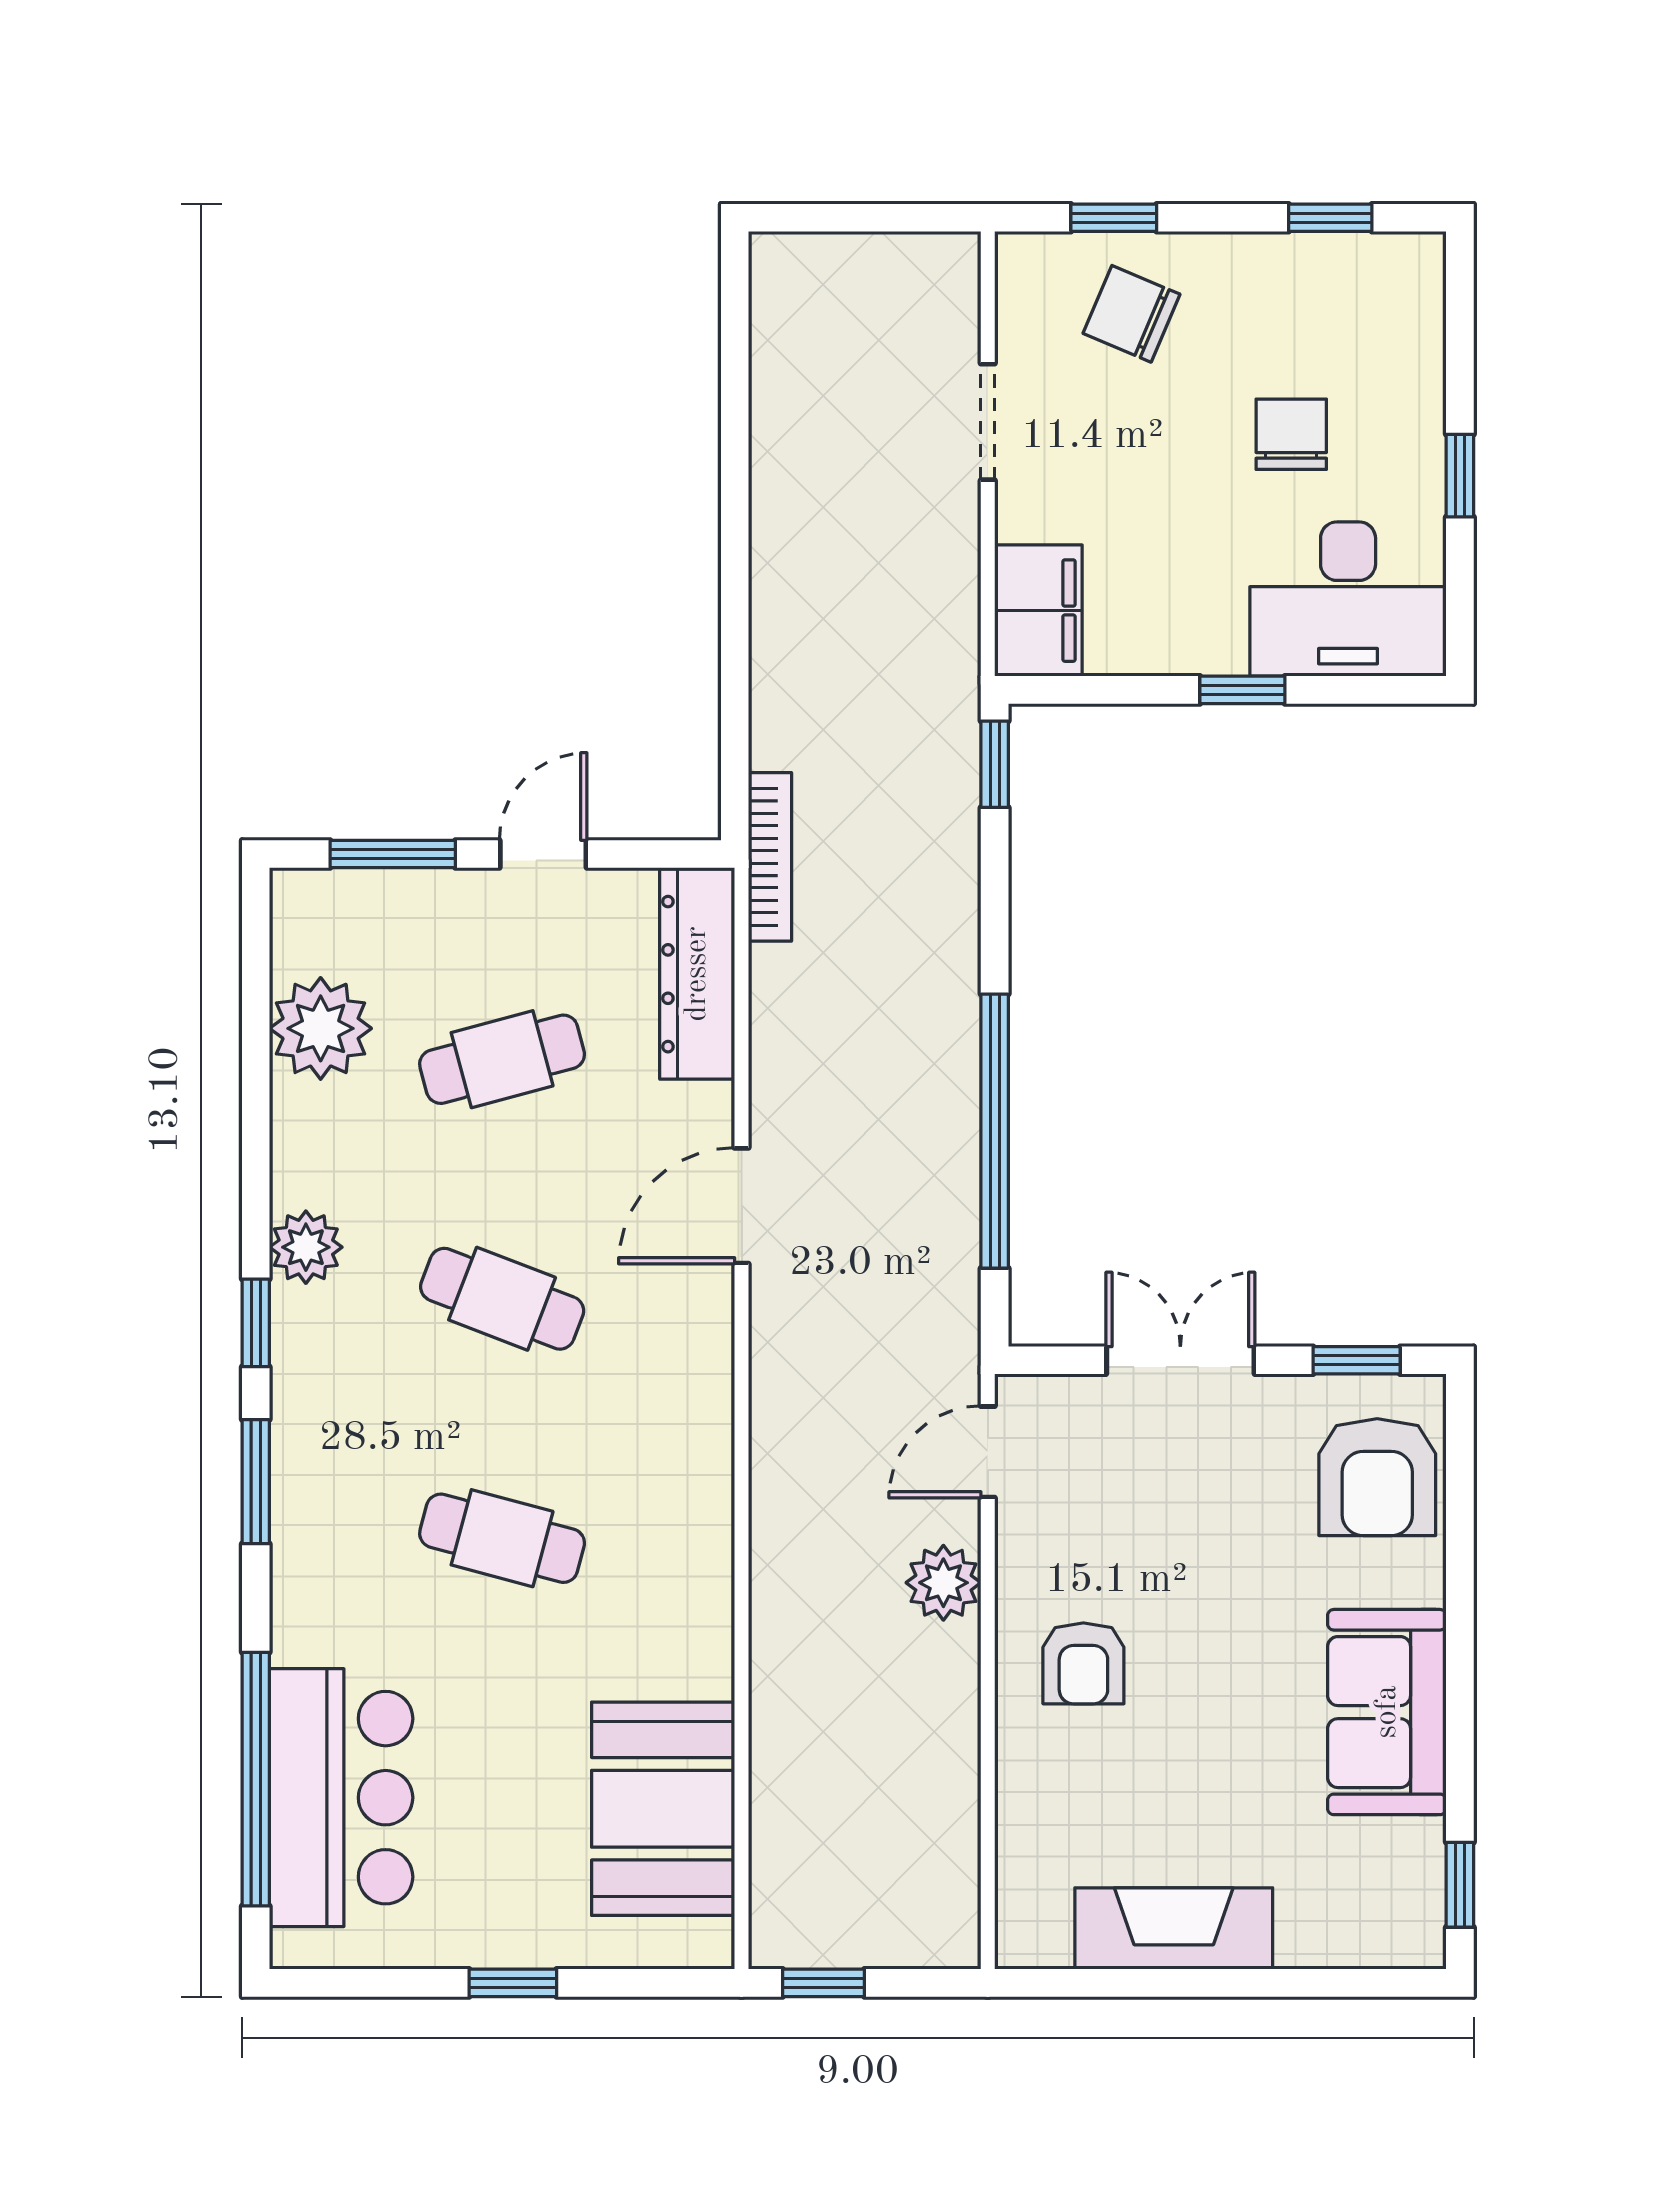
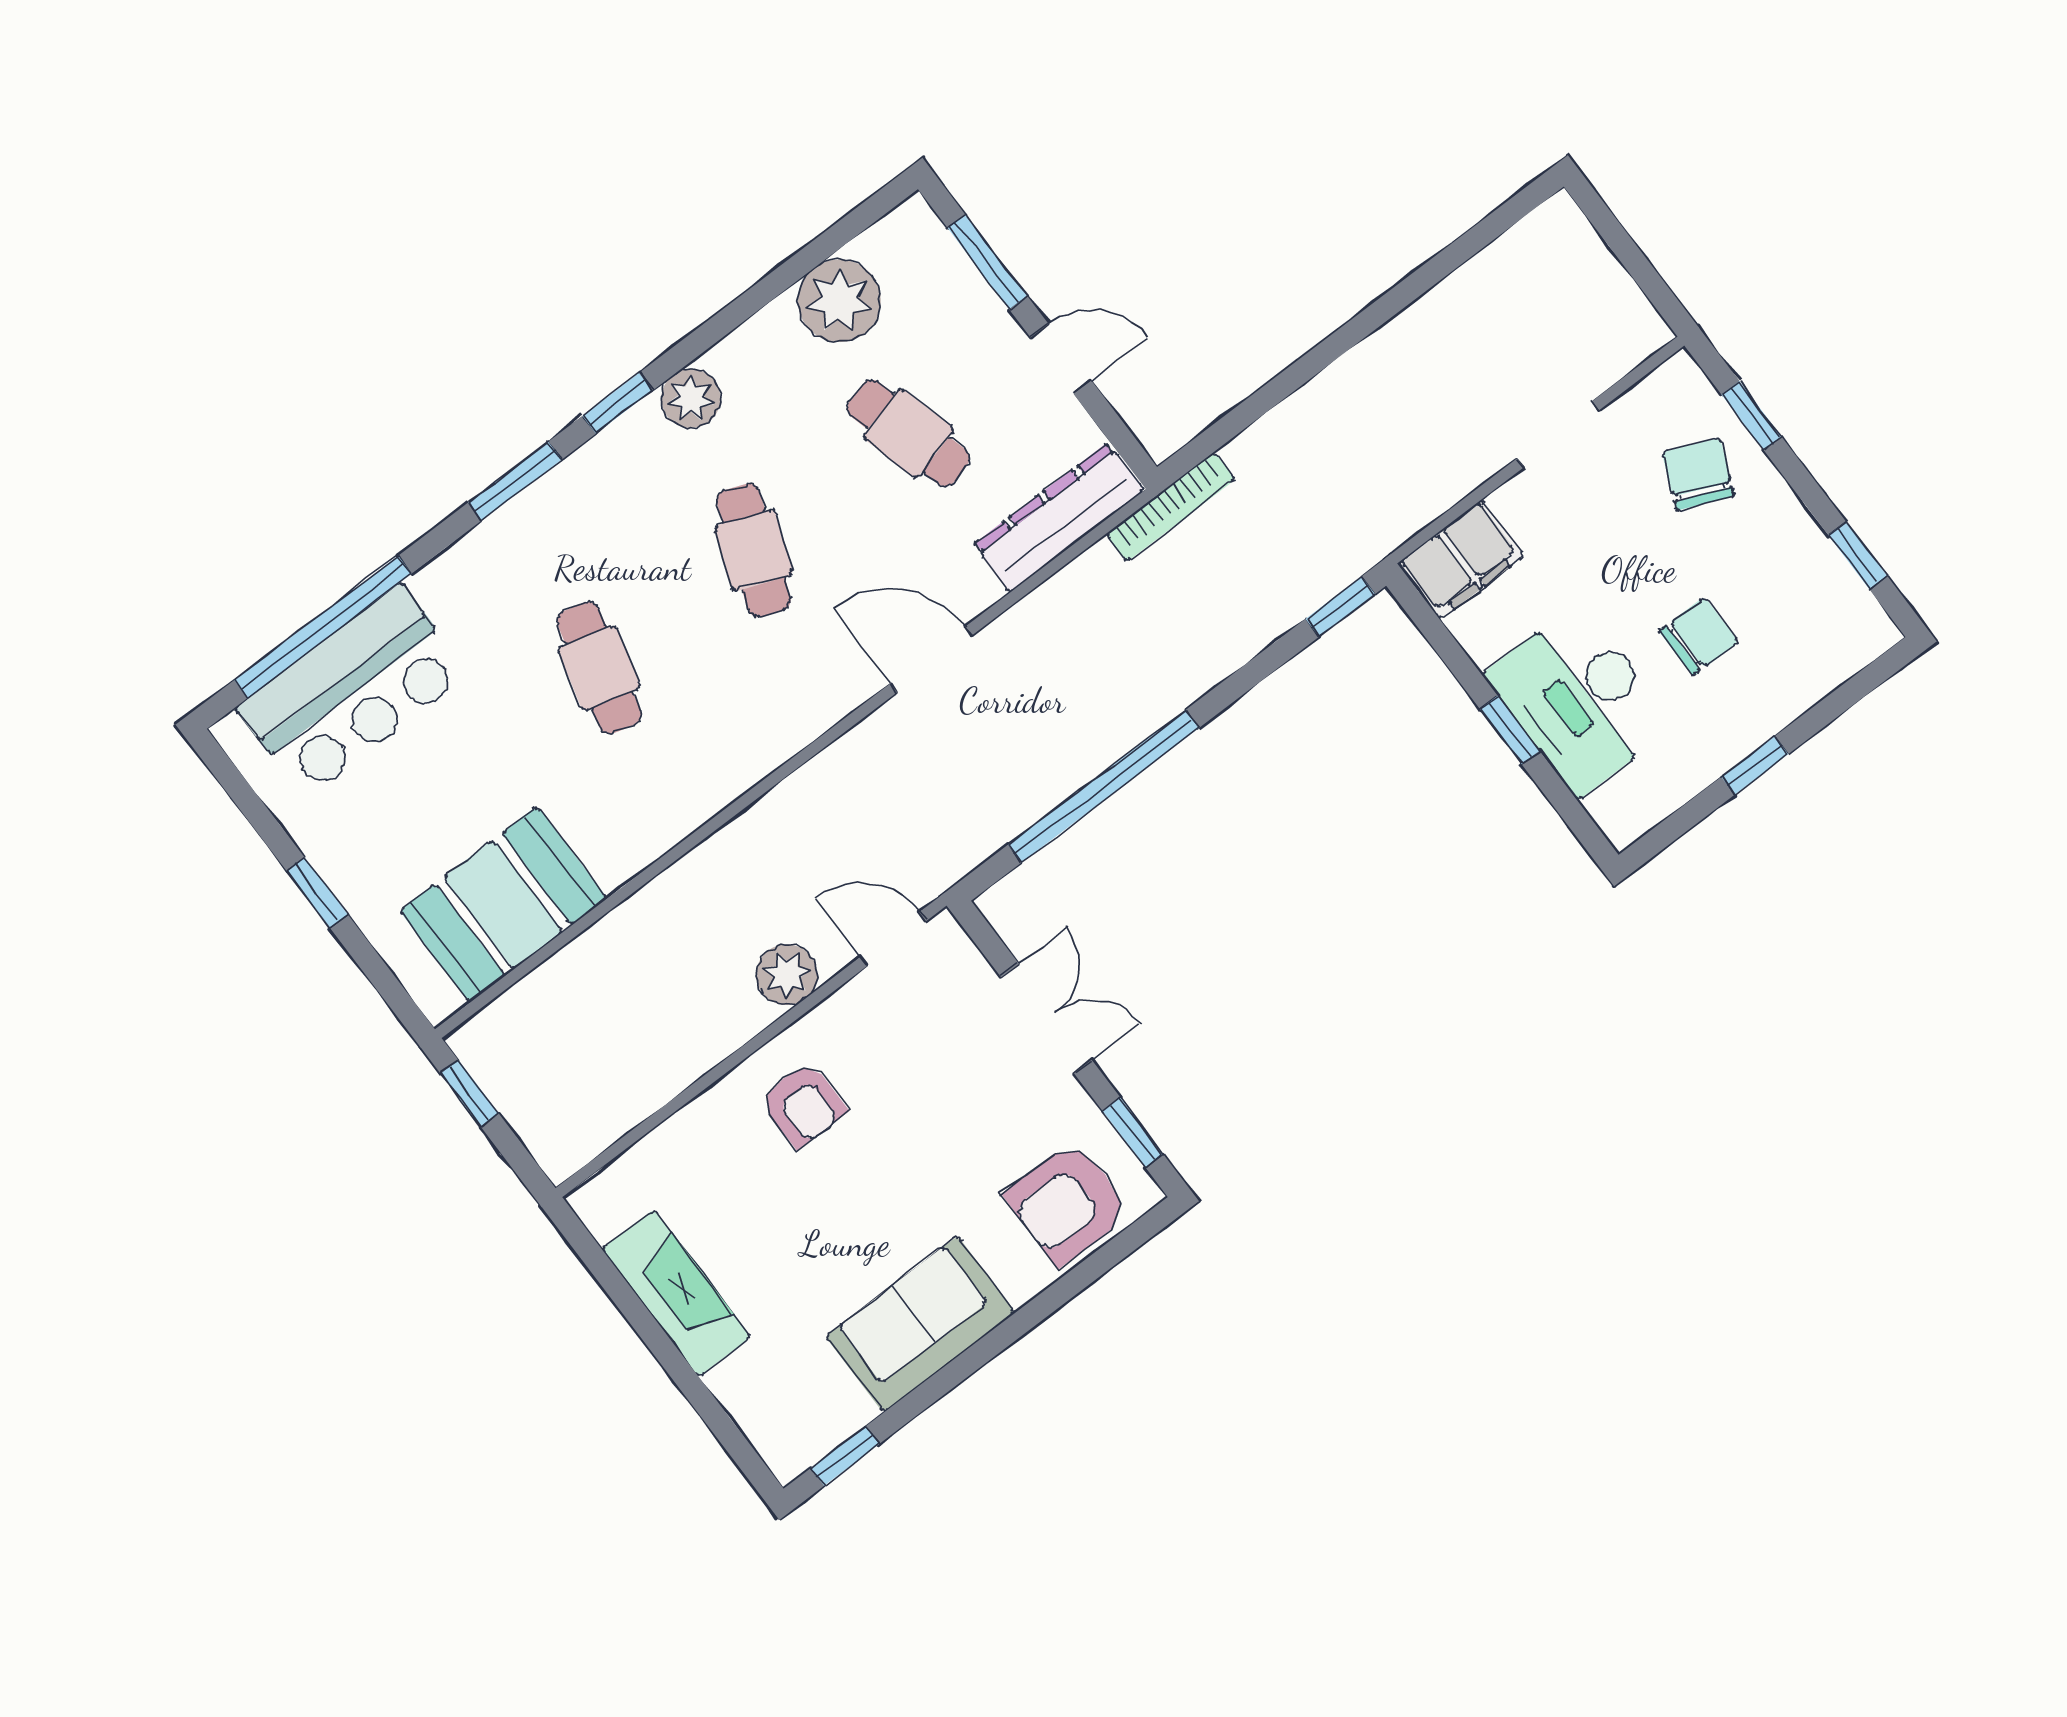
desk: (1348, 599) -> (1579, 700), moved
armchair: (1083, 1663) -> (803, 1105), turned -90

